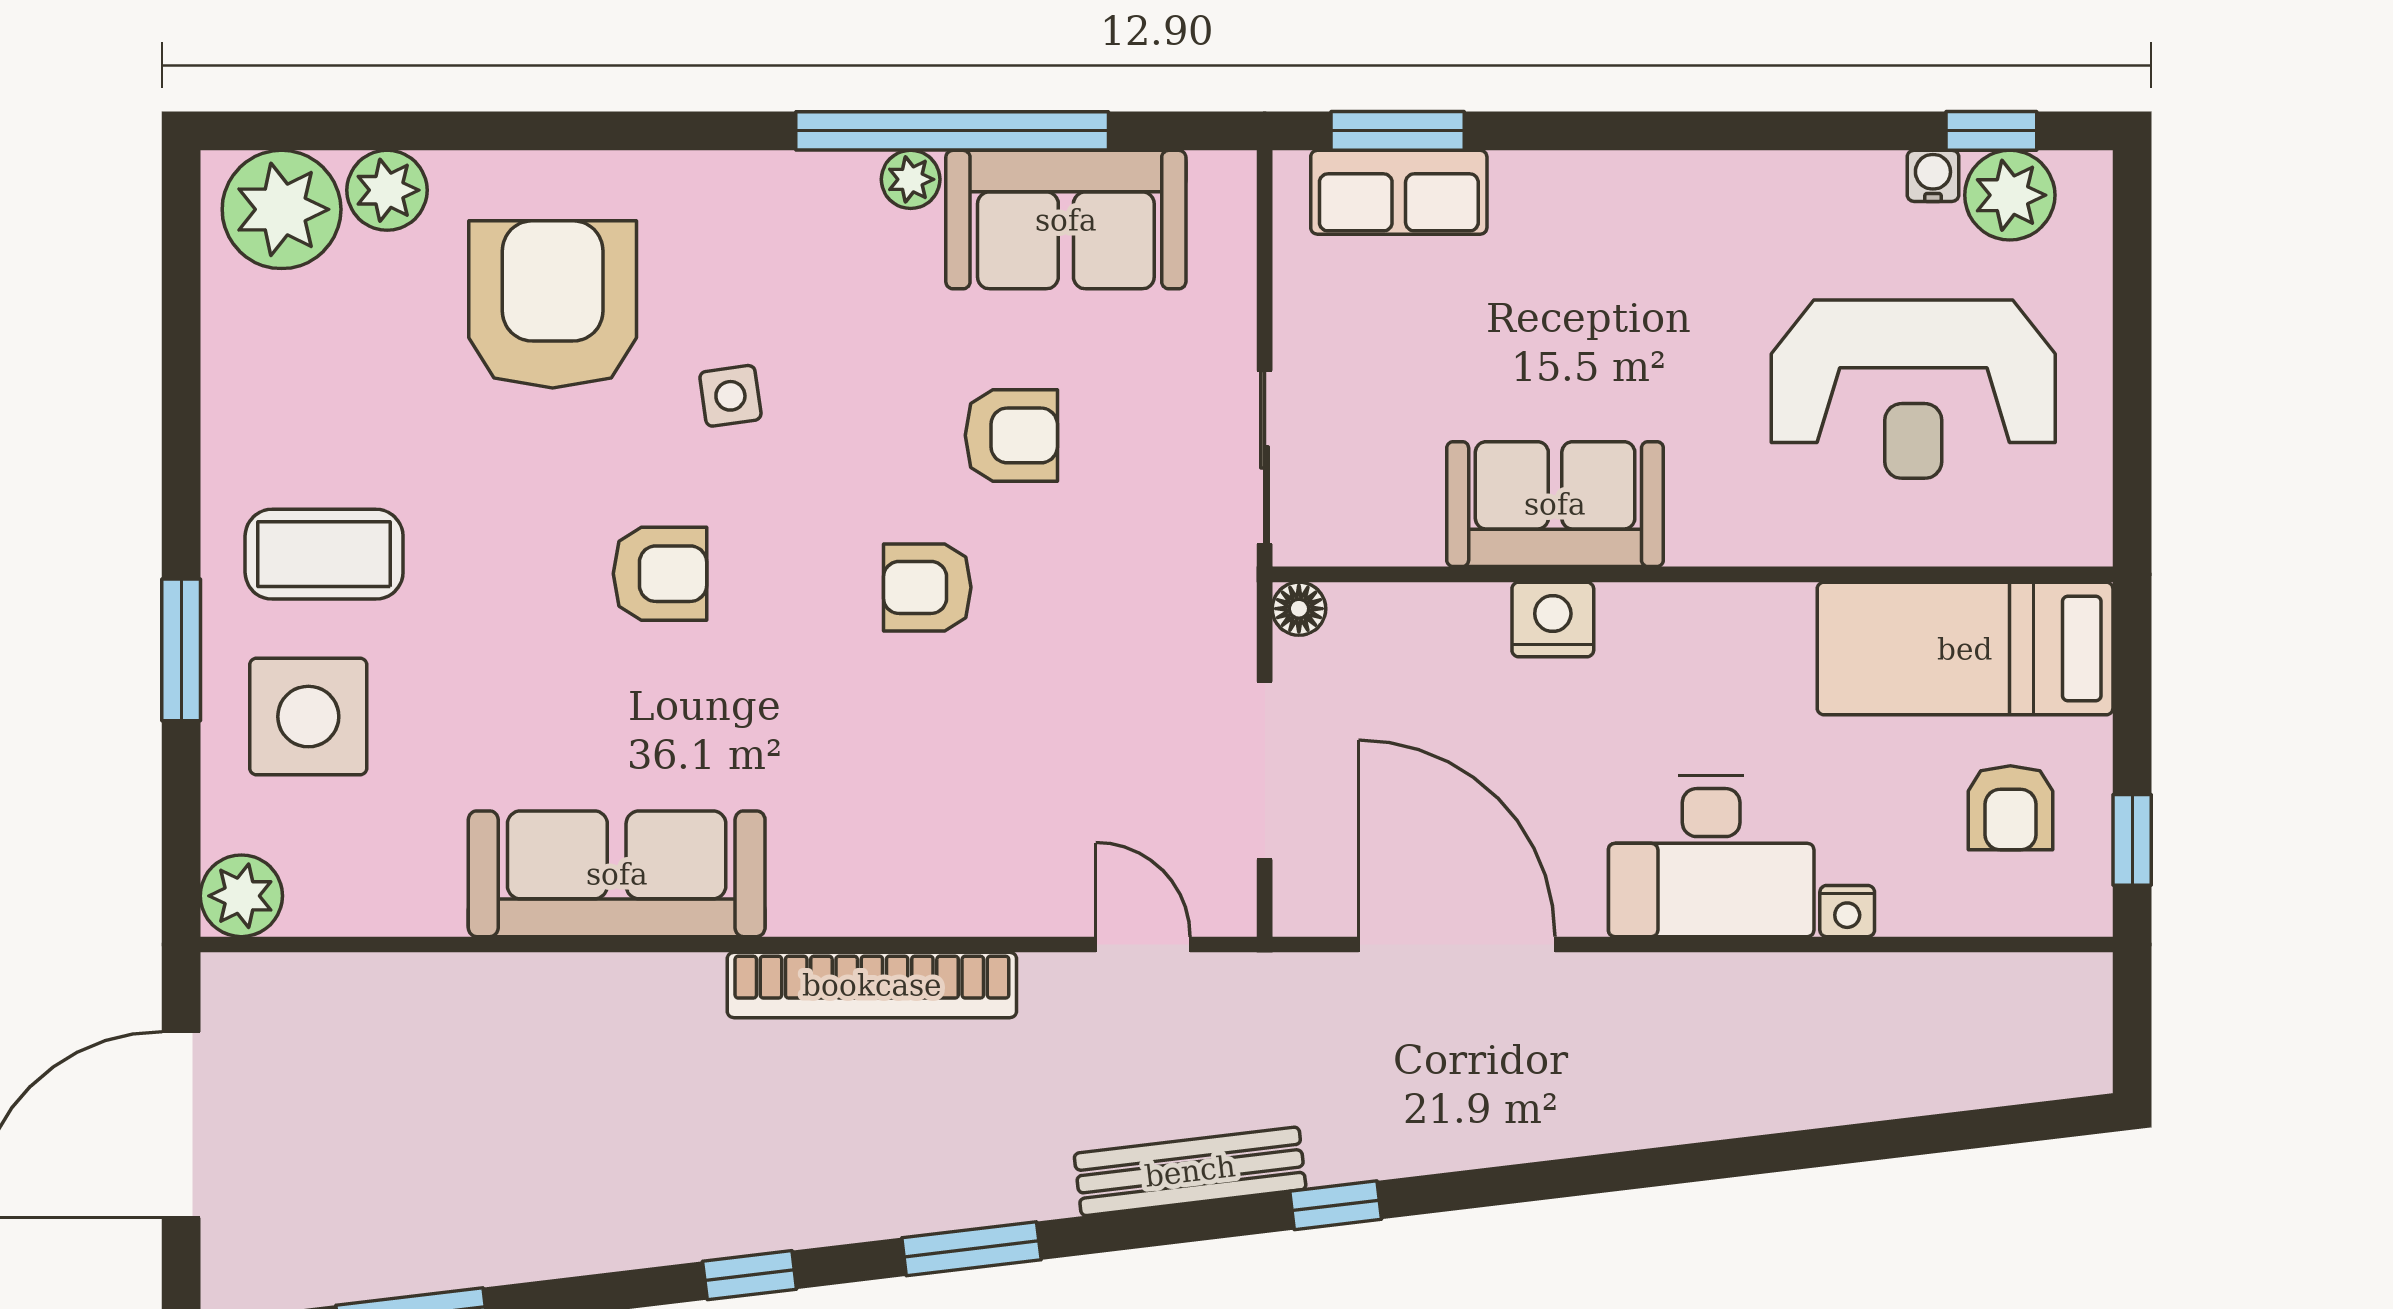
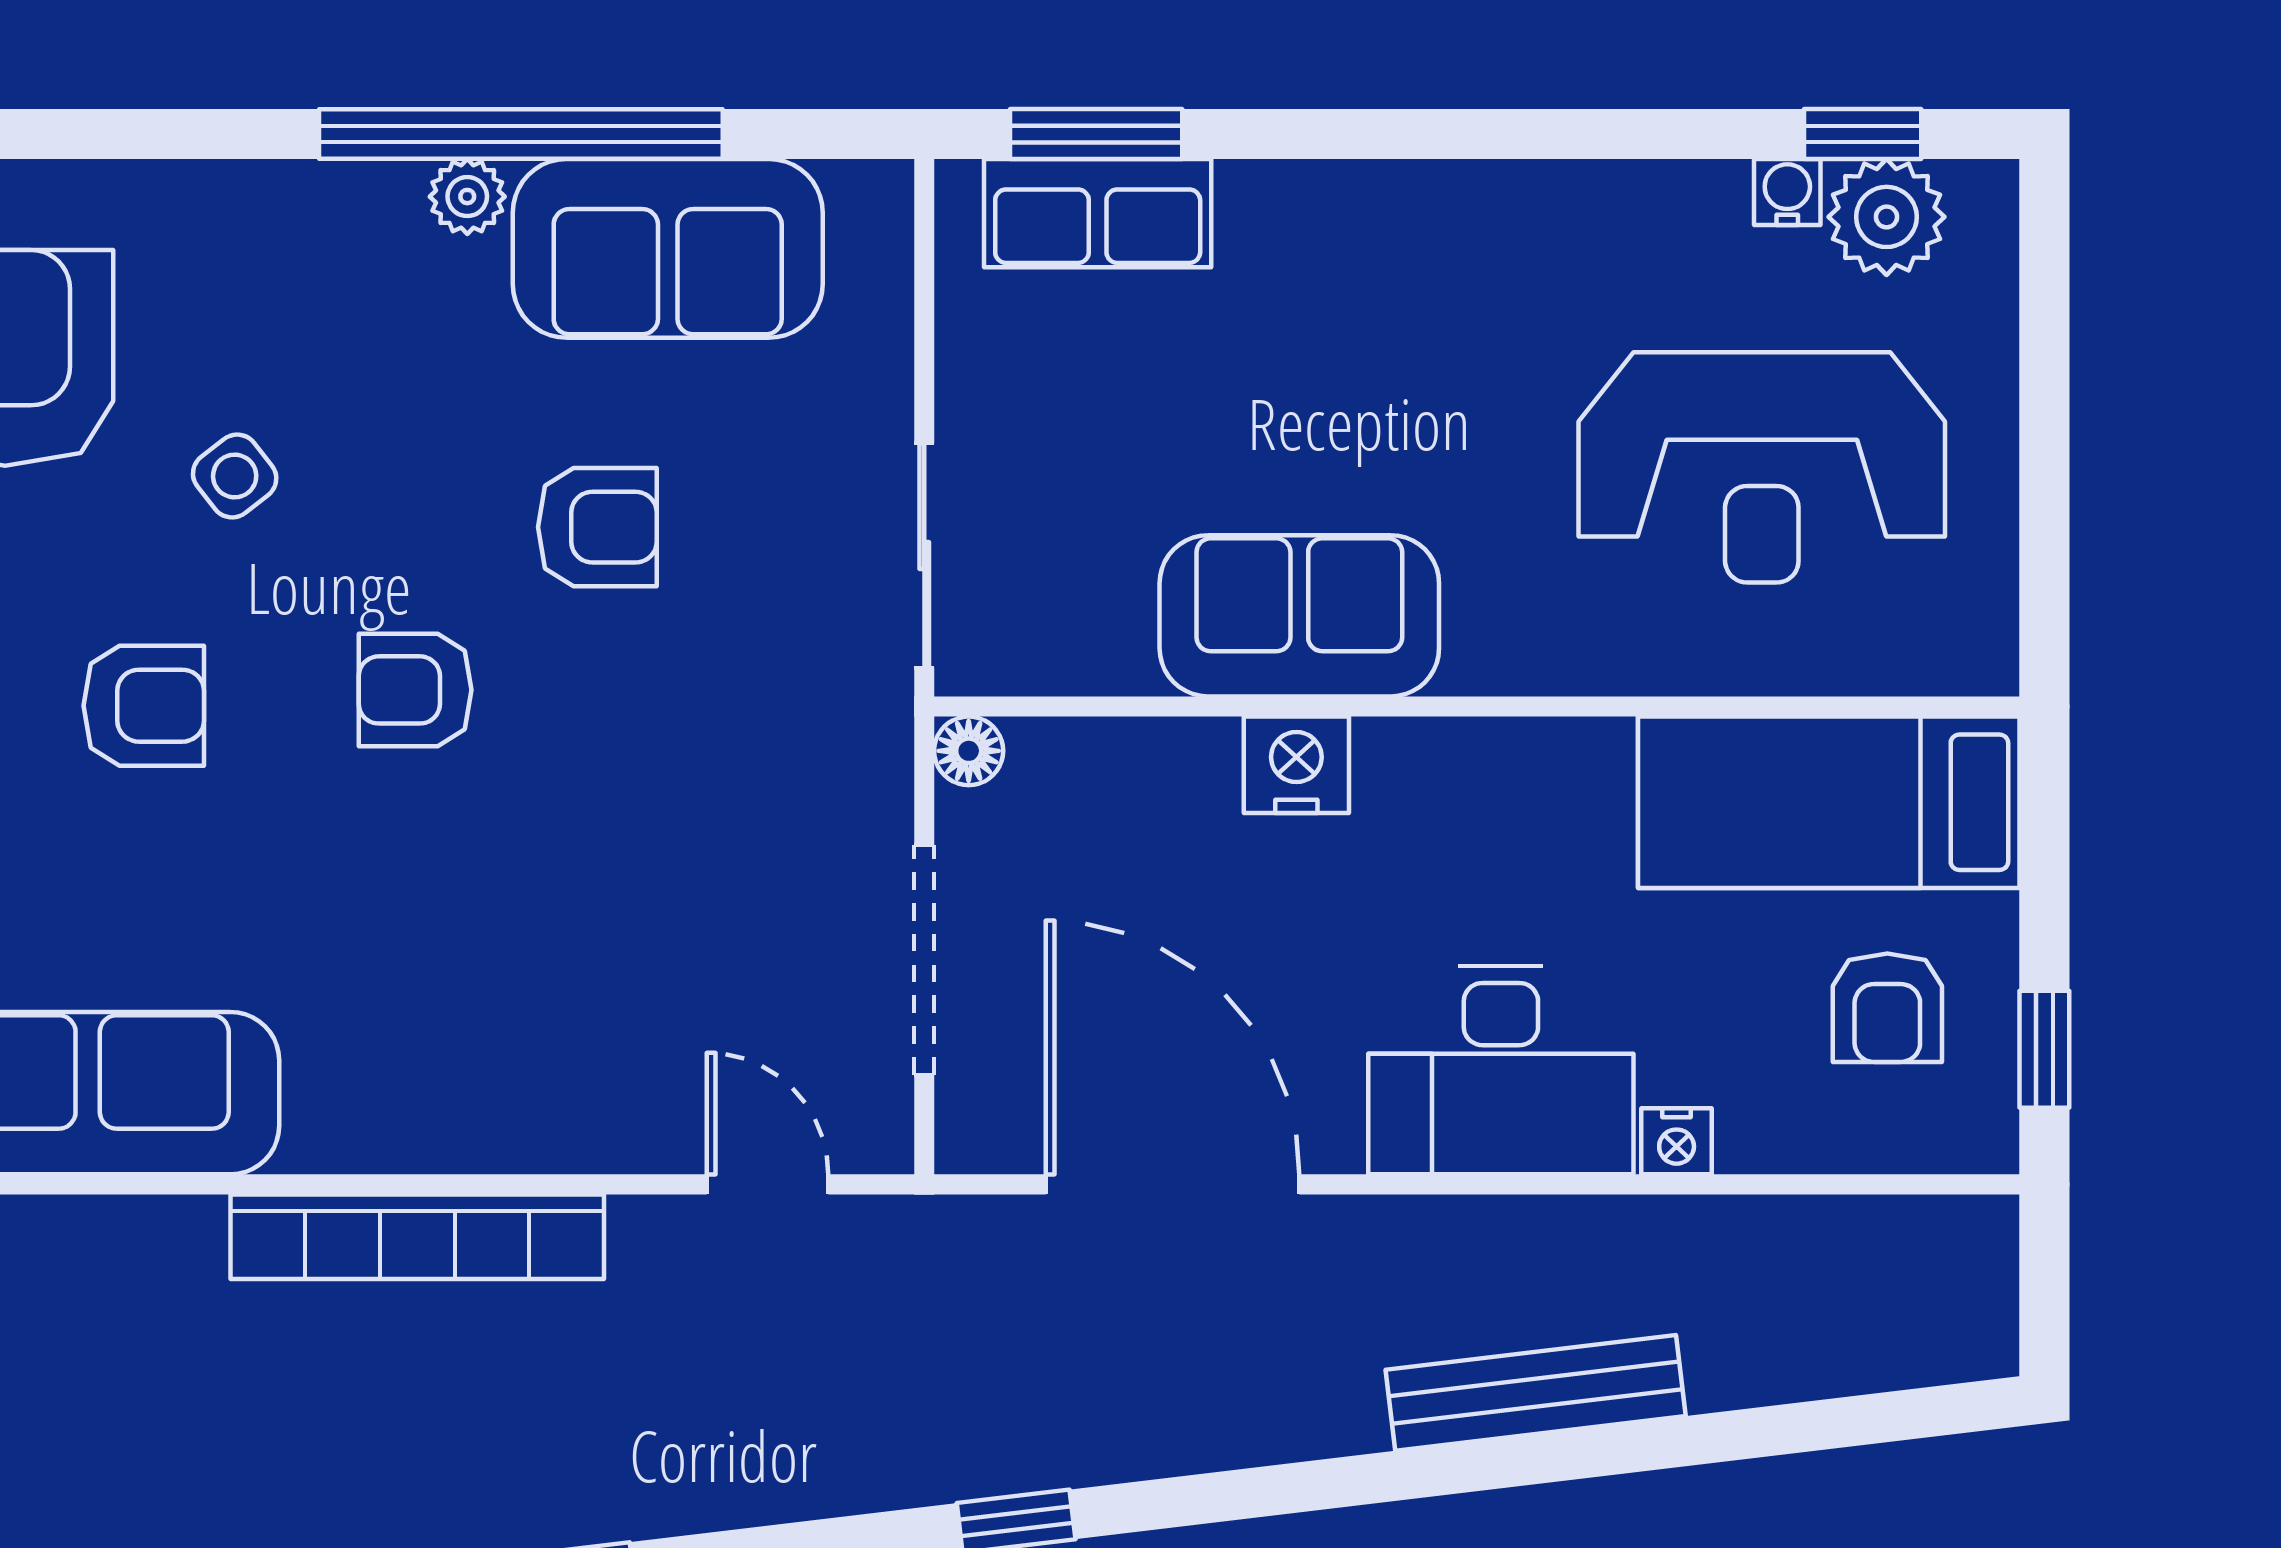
side table: (730, 396) -> (235, 476), turned -30
armchair: (927, 587) -> (415, 690), moved
bench: (1190, 1171) -> (1536, 1393), moved

